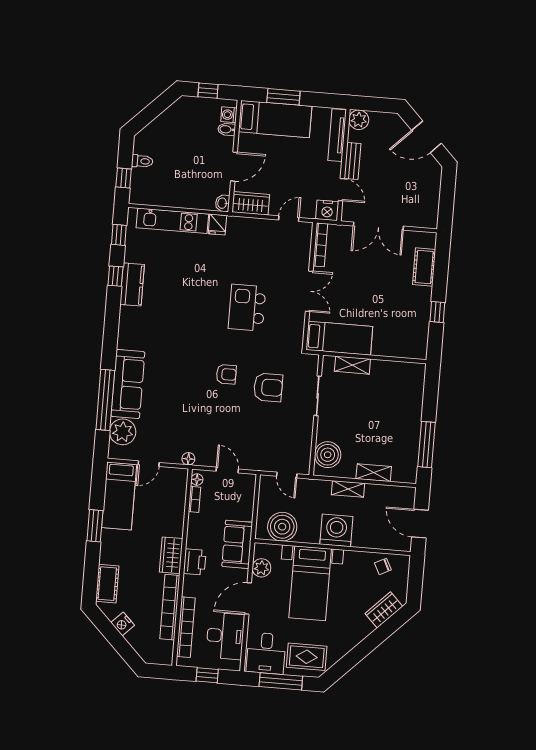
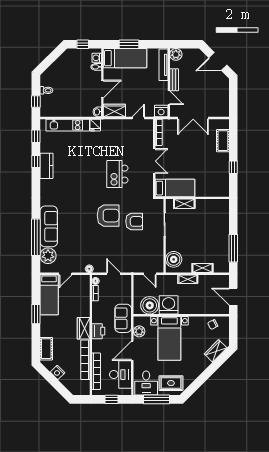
armchair: (226, 374) -> (108, 216), width x1.88, depth x1.88
washing machine: (336, 530) -> (169, 305), moved

